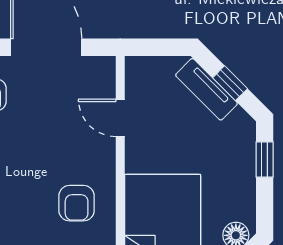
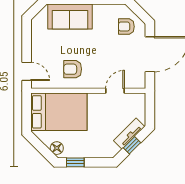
window: (265, 159) -> (75, 162), moved

